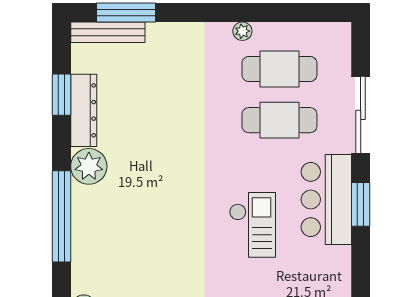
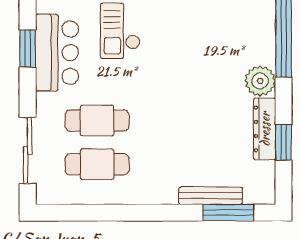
plant: (242, 31) -> (129, 197), removed
bench: (108, 32) -> (211, 196), moved
sliding door: (361, 115) -> (28, 150), moved

